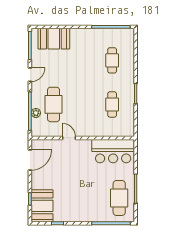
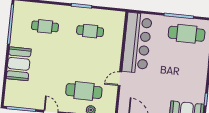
booth: (54, 39) -> (19, 64), moved
bar counter: (113, 151) -> (137, 43), width x1.36

